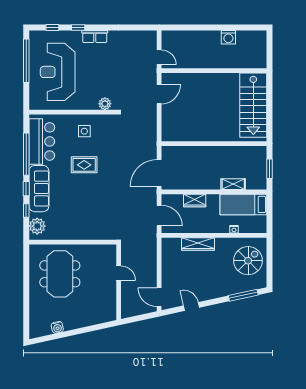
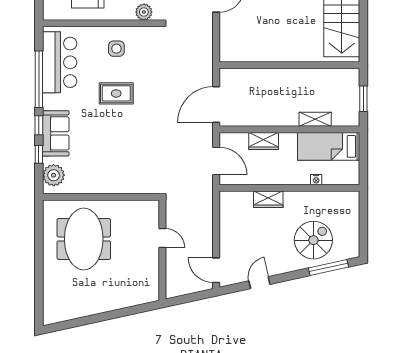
sofa: (39, 189) -> (56, 133), width x0.73
wardrobe: (198, 244) -> (268, 199), width x0.67
spiral stairs: (248, 261) -> (313, 240), moved
door: (191, 307) -> (259, 283), hinge flipped
water cooler: (57, 327) -> (80, 310), removed

